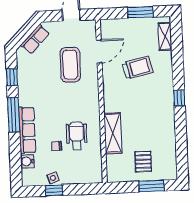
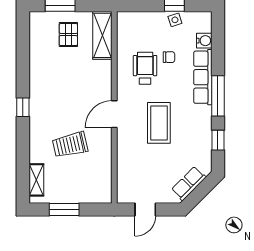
door: (99, 51) -> (114, 114), moved
coffee table: (70, 65) -> (159, 123), moved
shelving: (113, 133) -> (102, 35), moved
wheelchair: (77, 136) -> (145, 68), turned 180

